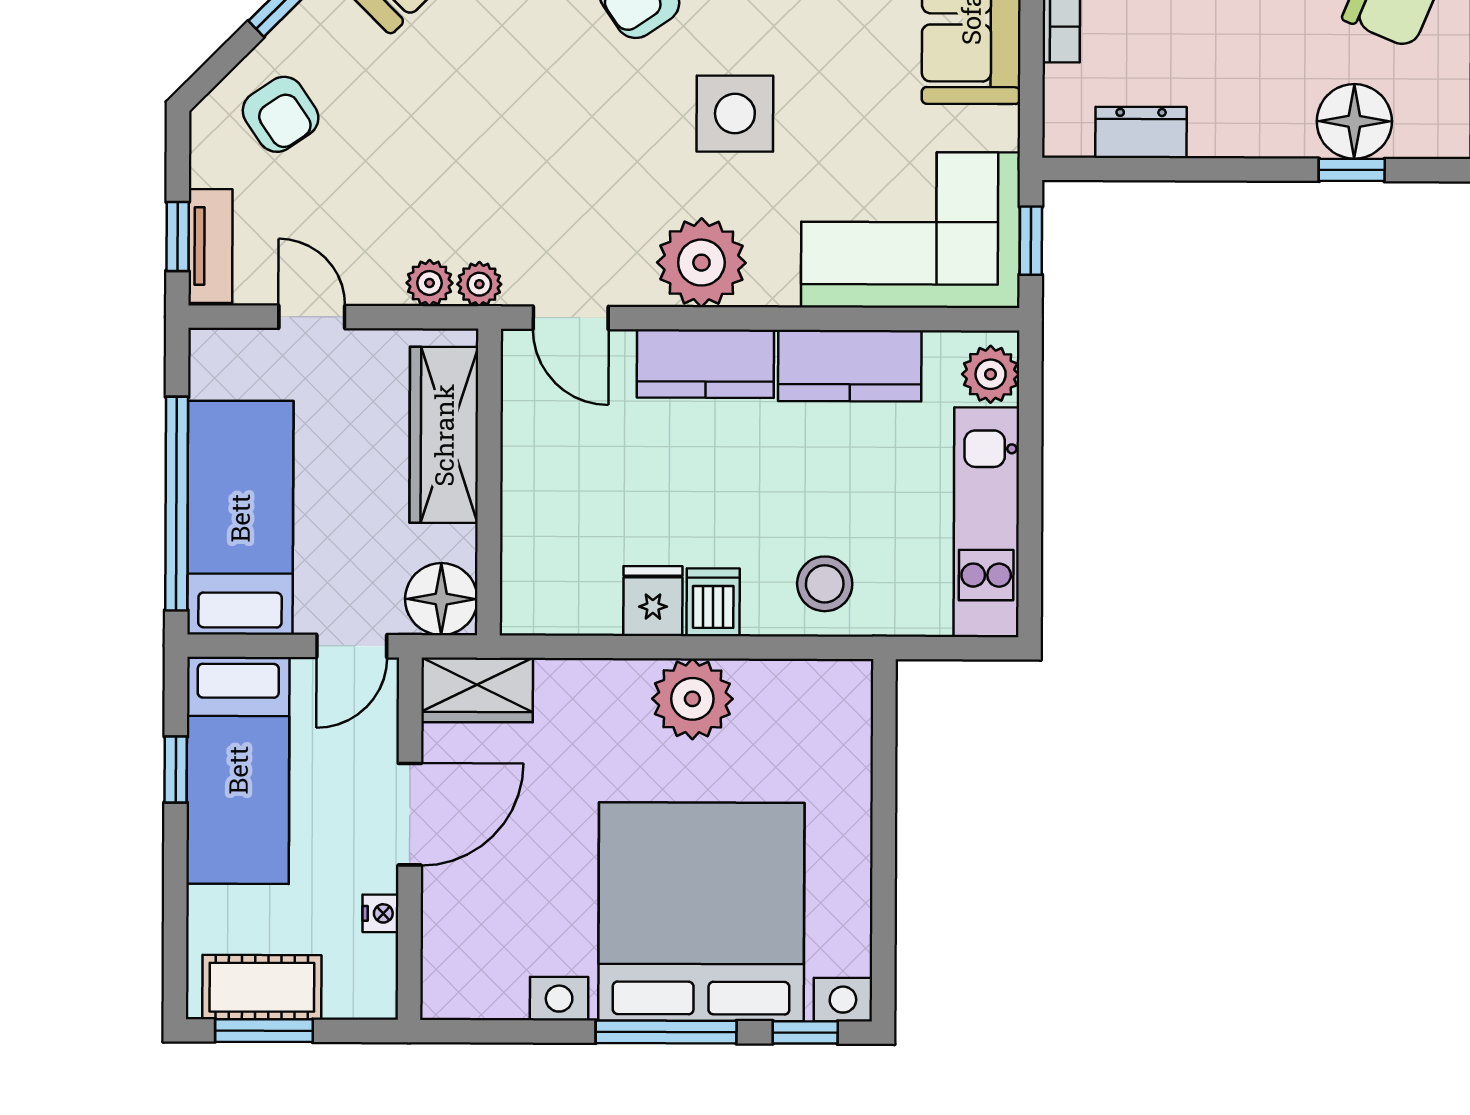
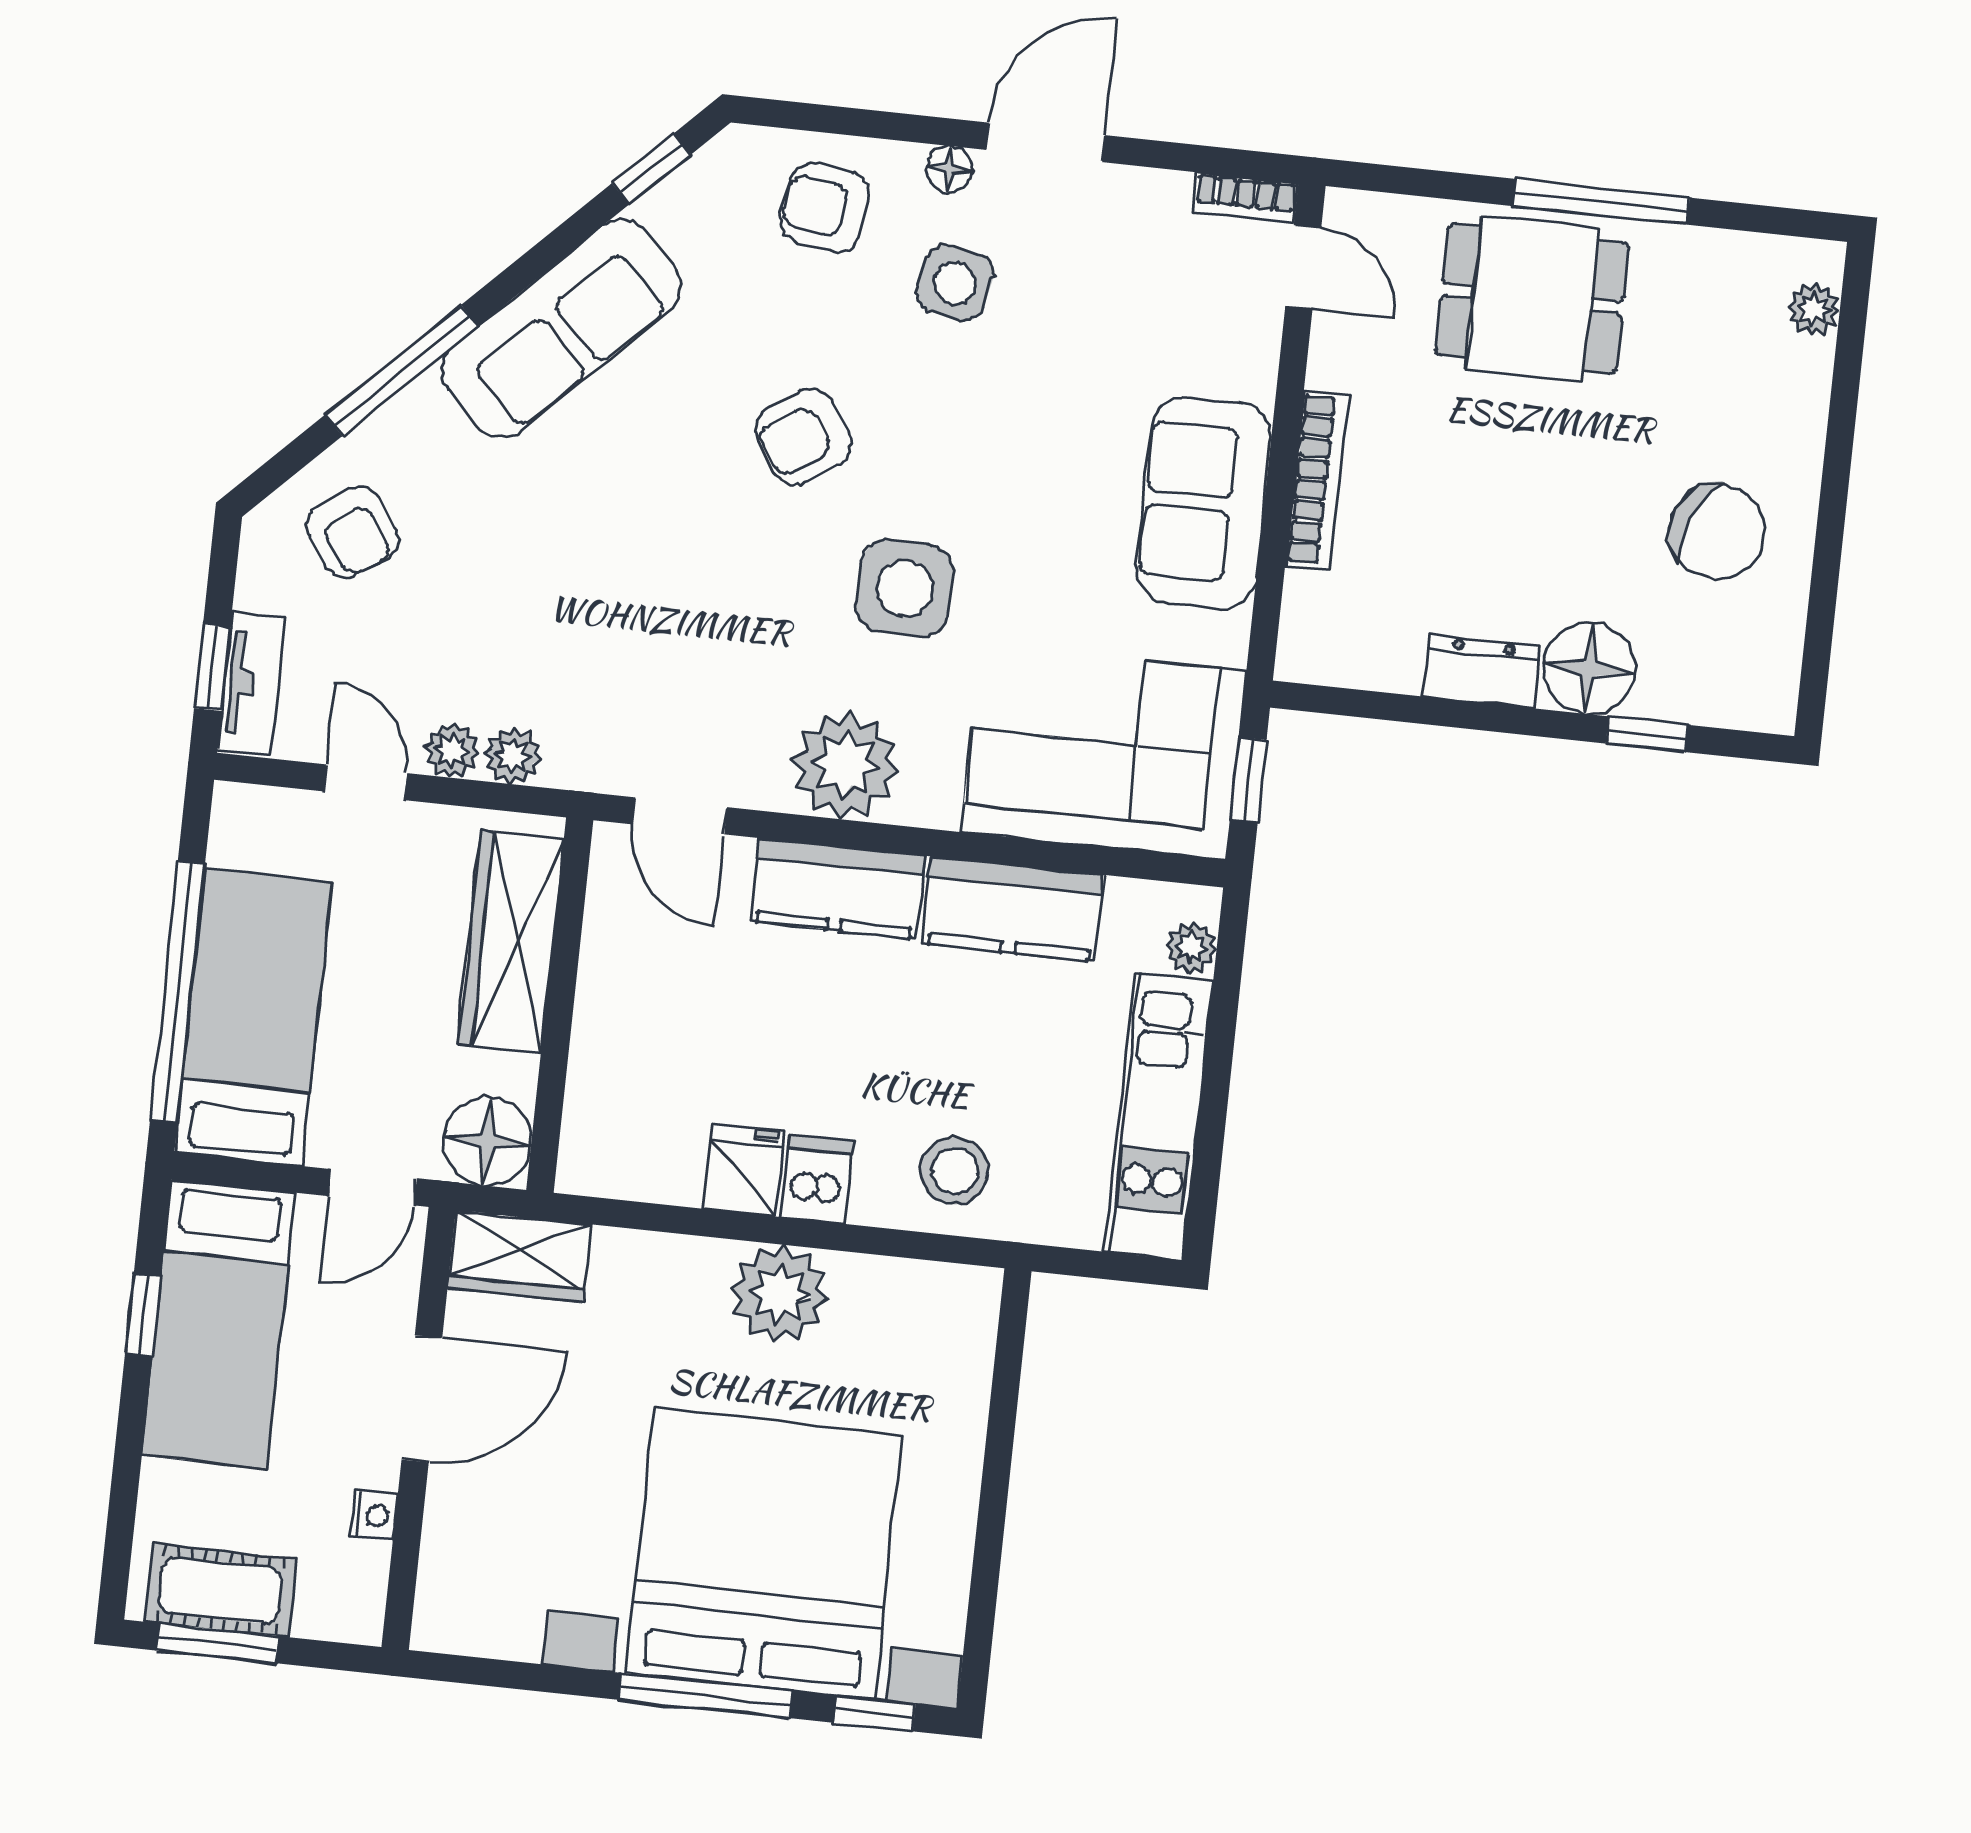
floor lamp: (1354, 121) -> (1589, 668), moved
dresser: (1141, 132) -> (1481, 671), moved
plant: (479, 284) -> (452, 751), moved
plant: (991, 374) -> (1191, 948), width x0.73, depth x0.73

